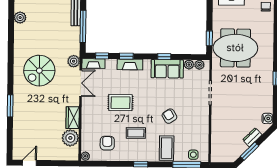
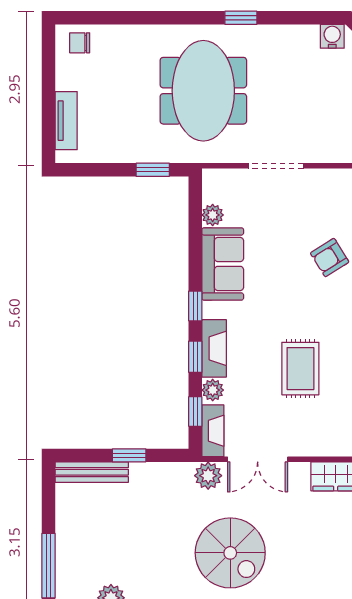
window: (83, 26) -> (129, 455), width x0.46
meeting table: (235, 48) -> (203, 91), moved
window: (164, 57) -> (195, 306), moved
plant: (199, 65) -> (213, 390), moved
double door: (81, 83) -> (258, 459), swing flipped

